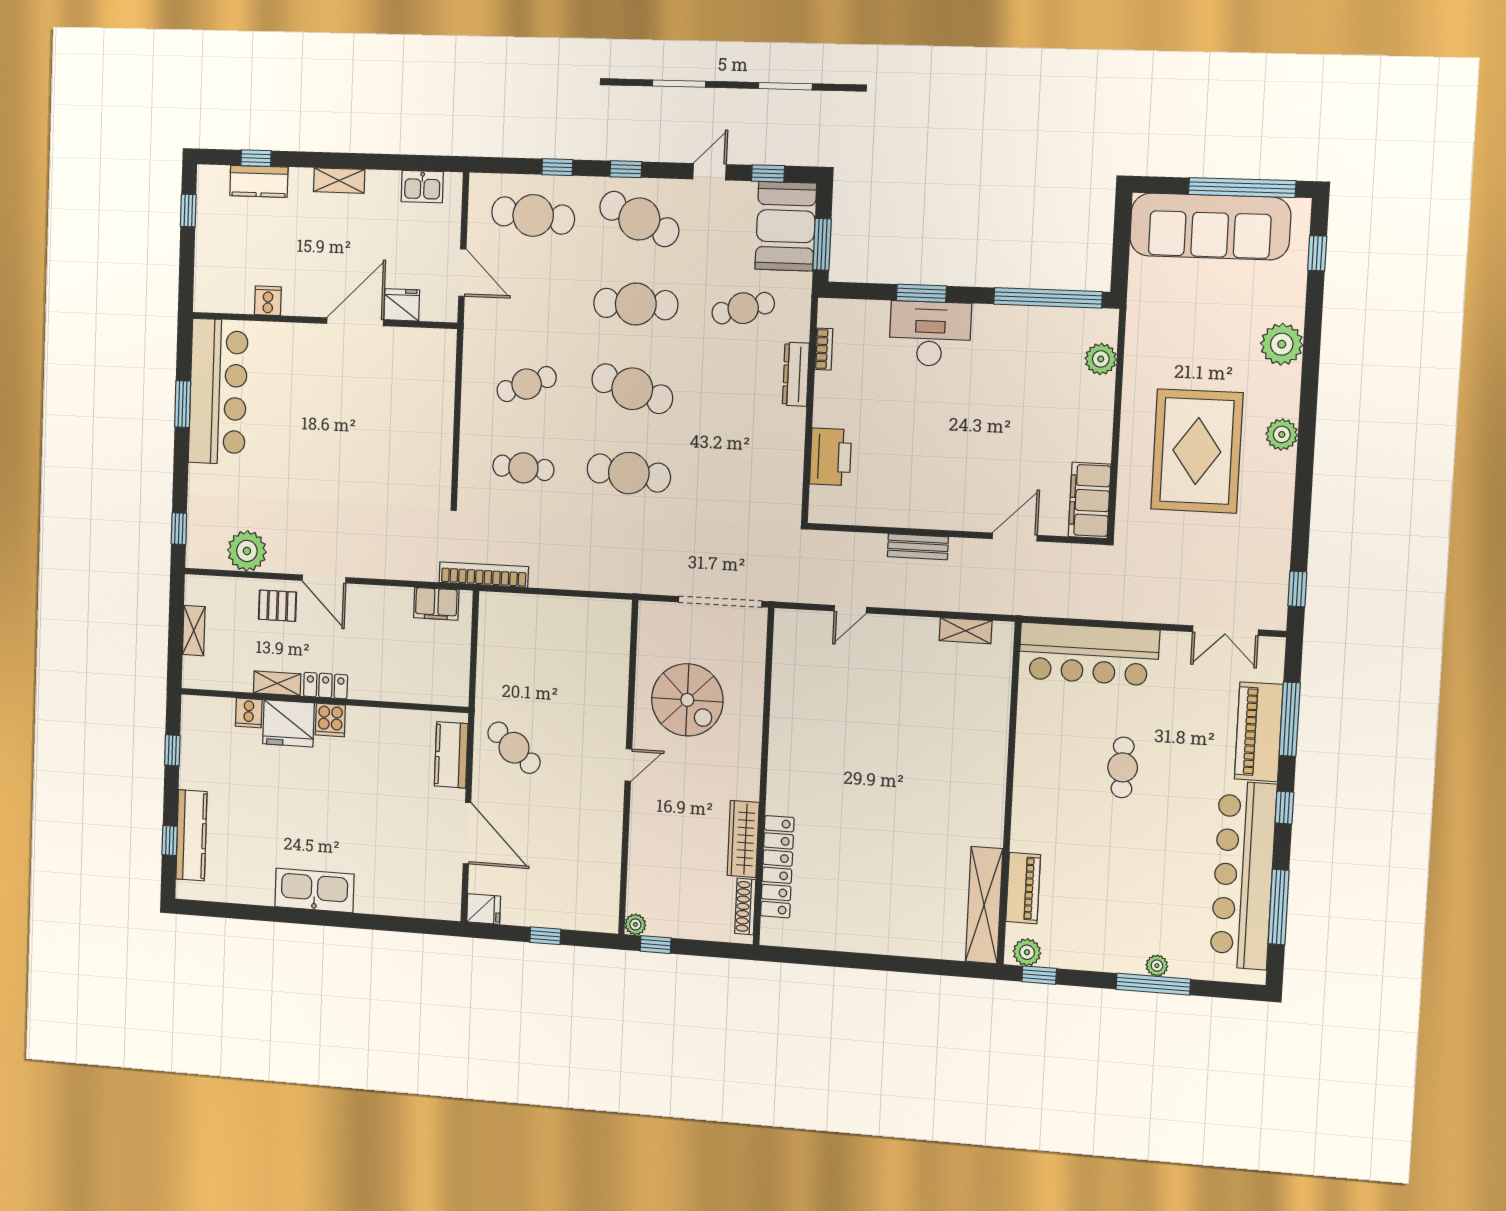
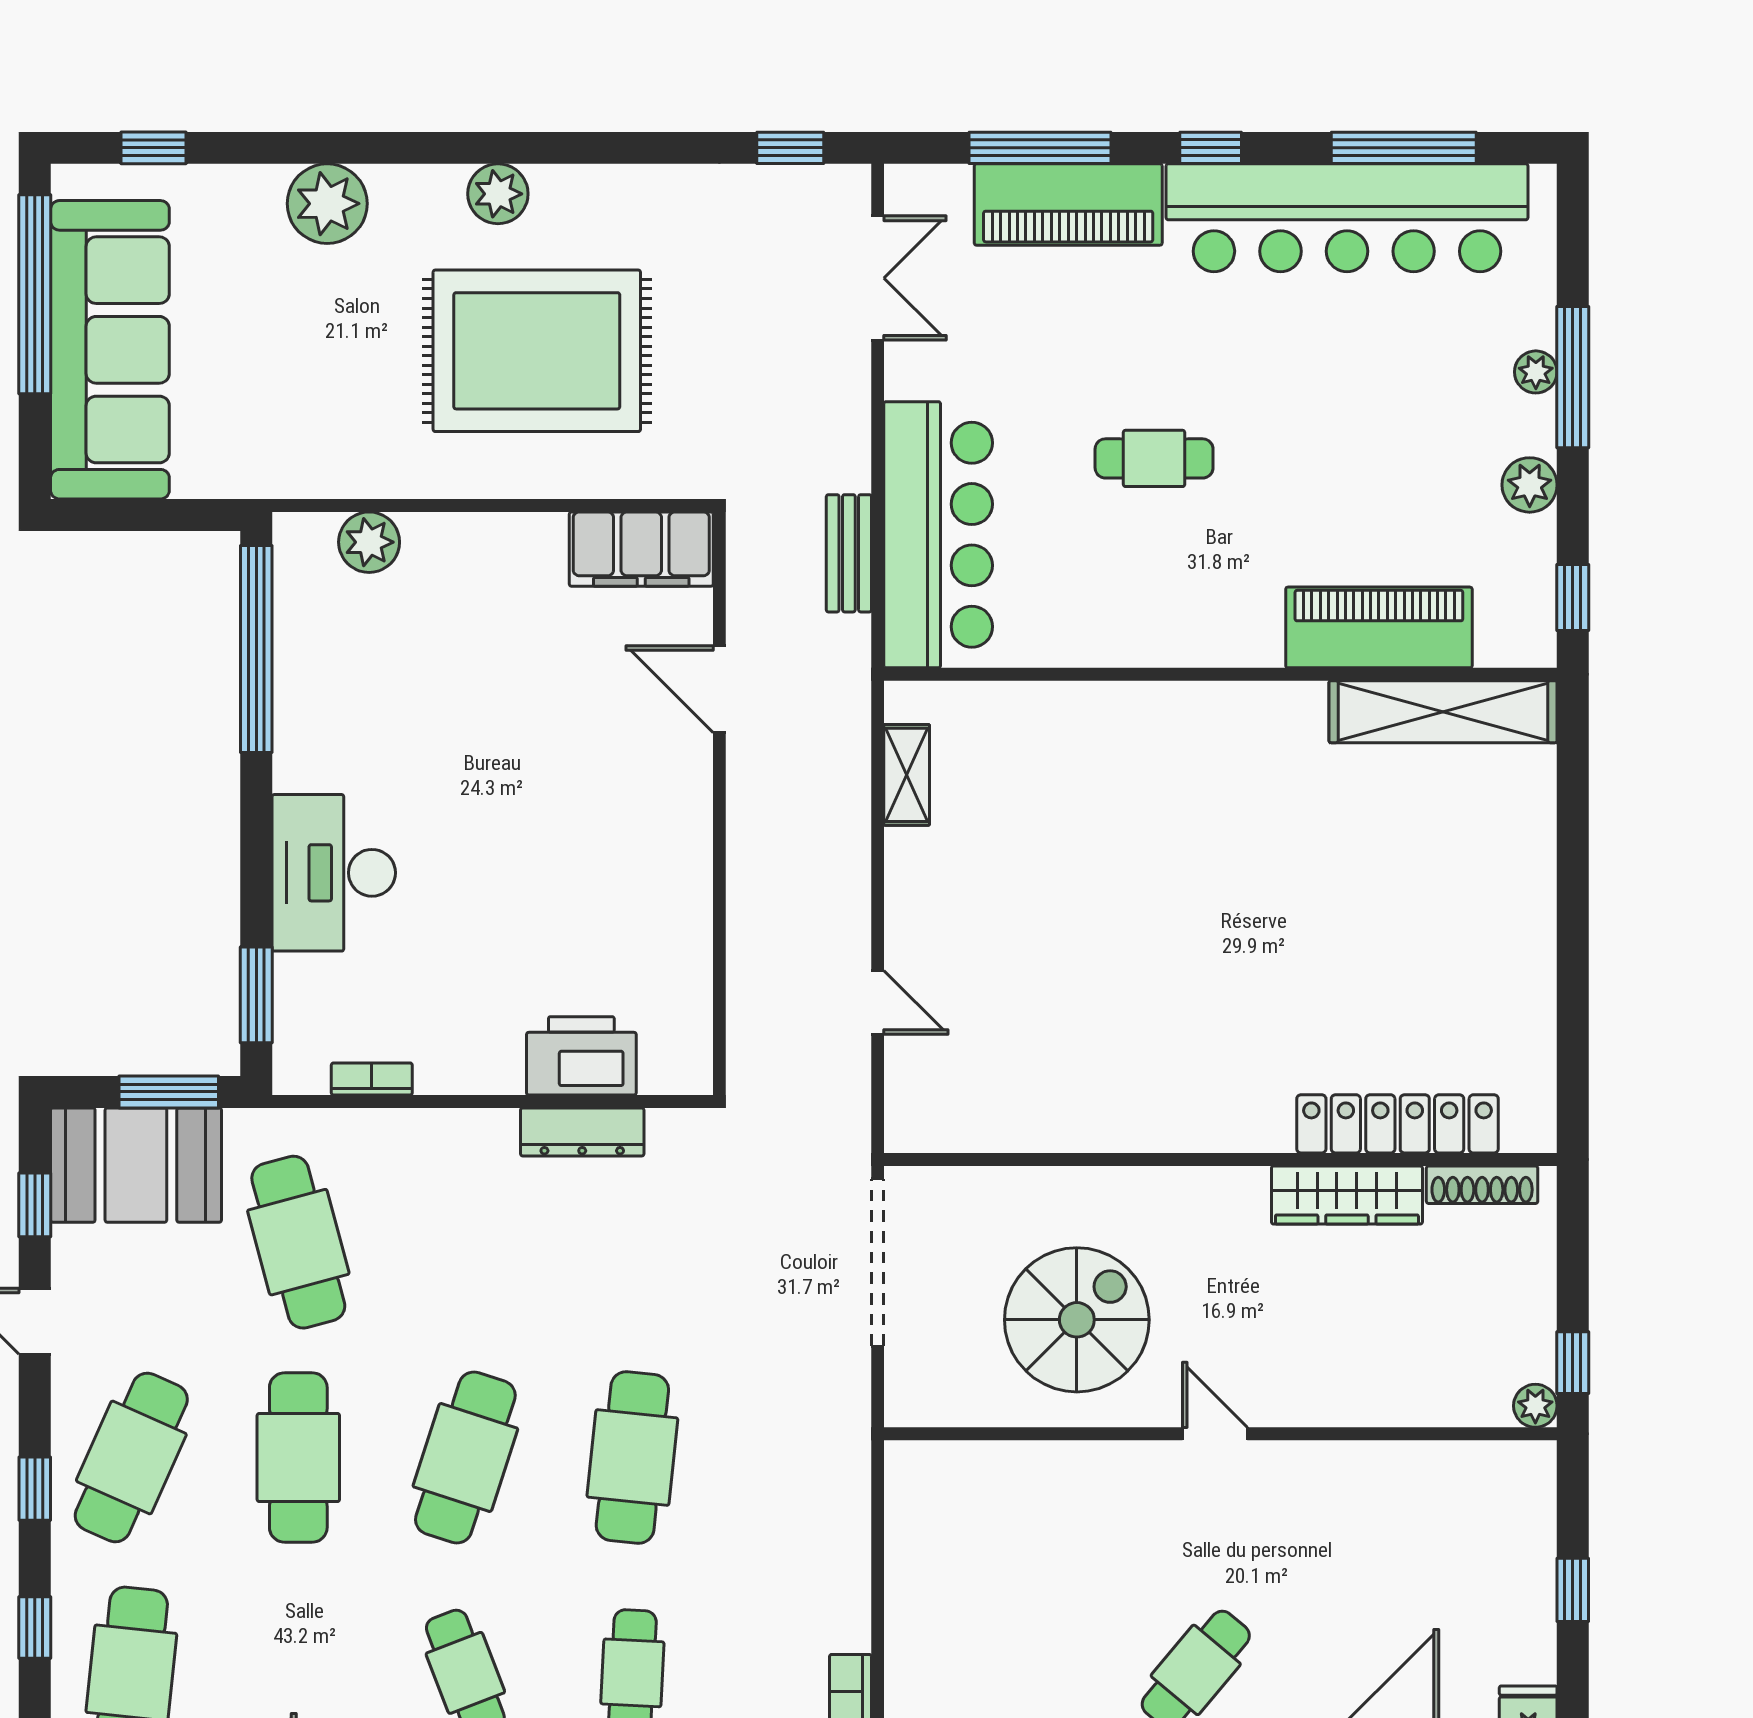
window: (921, 293) -> (256, 995), moved
cafe table: (743, 308) -> (298, 1242), width x1.37, depth x1.35
dresser: (796, 374) -> (582, 1132), moved
bench: (918, 547) -> (849, 553), moved
piano: (1023, 888) -> (1379, 627), width x1.37, depth x1.33
plant: (1027, 952) -> (1530, 485), moved

